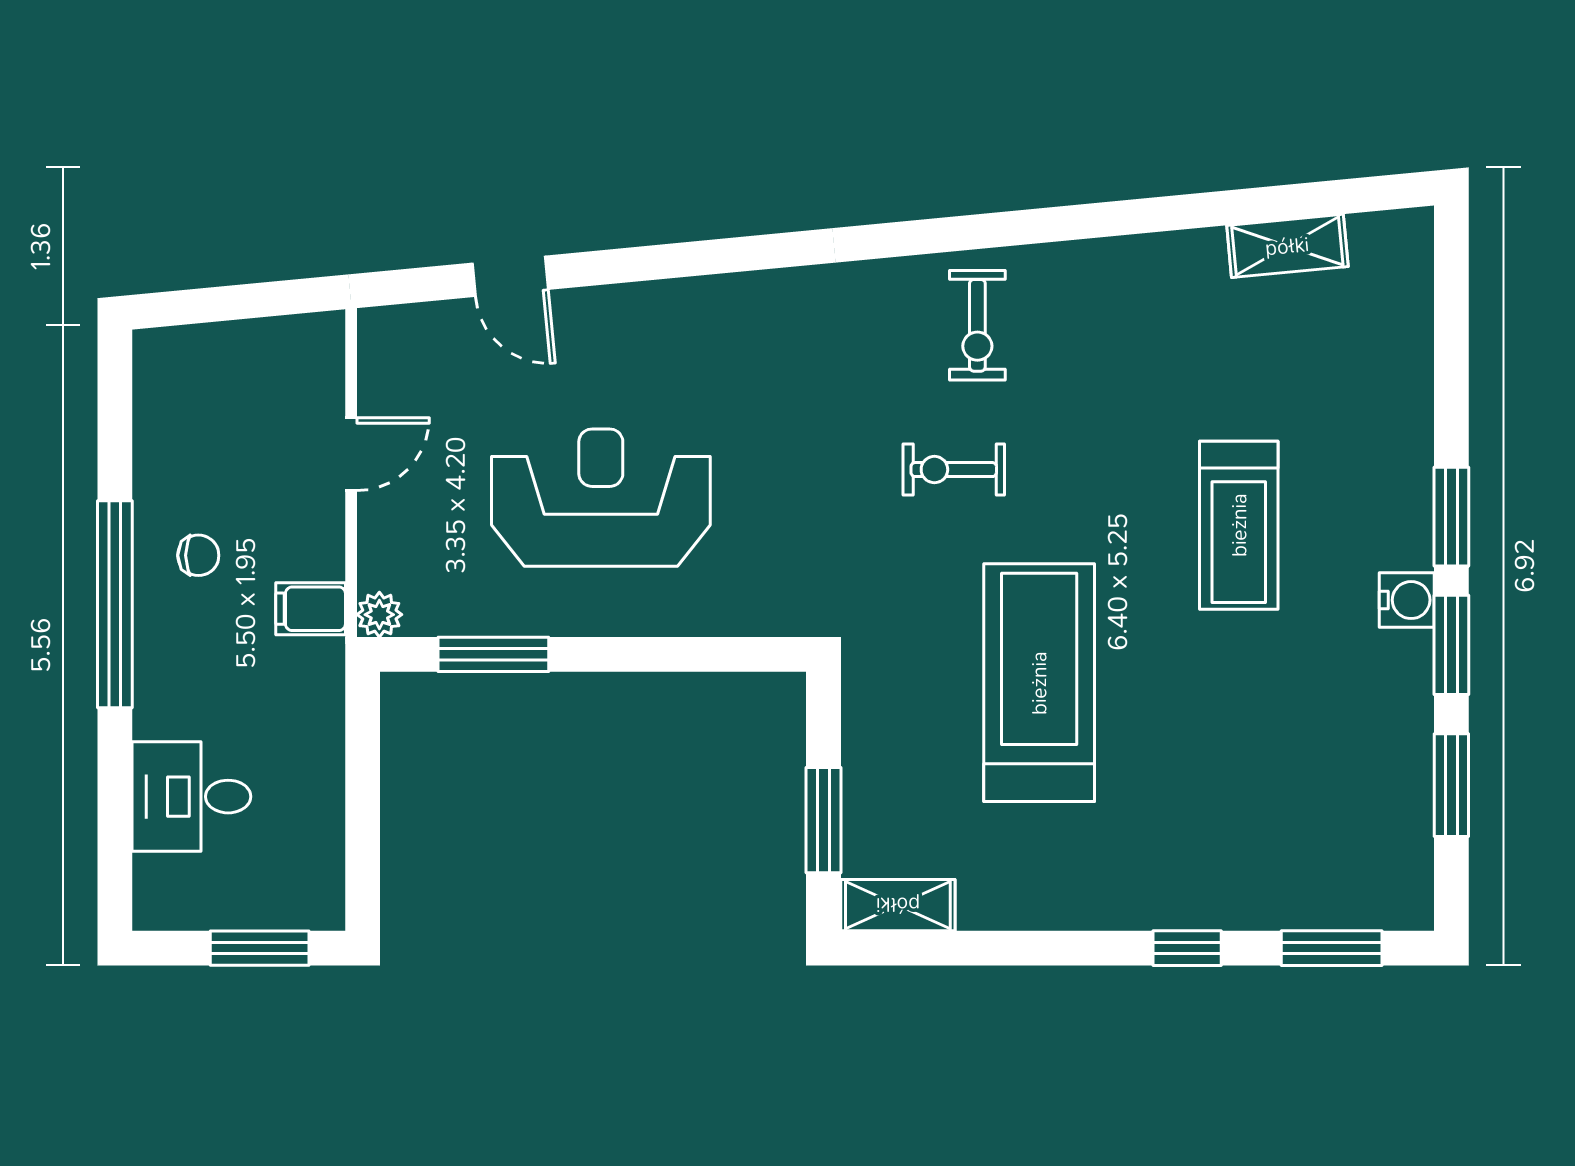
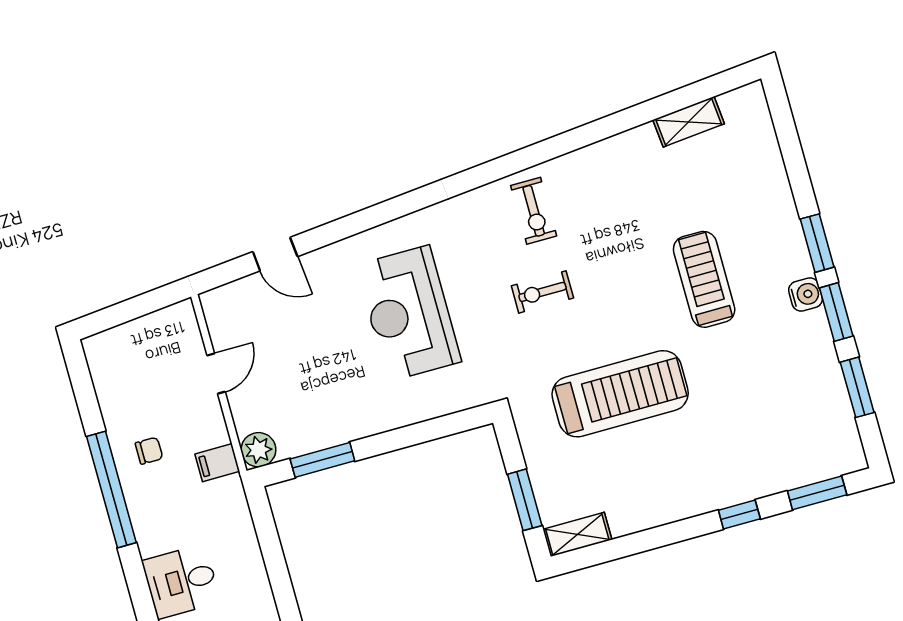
reception desk: (601, 498) -> (409, 313), moved, turned -90
treadmill: (1239, 525) -> (704, 279), turned 180
plant: (379, 615) -> (258, 450), width x1.38, depth x1.38
treadmill: (1039, 683) -> (620, 394), turned 90

